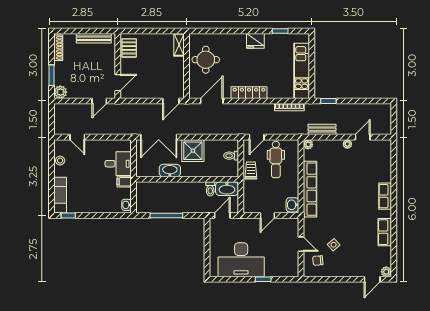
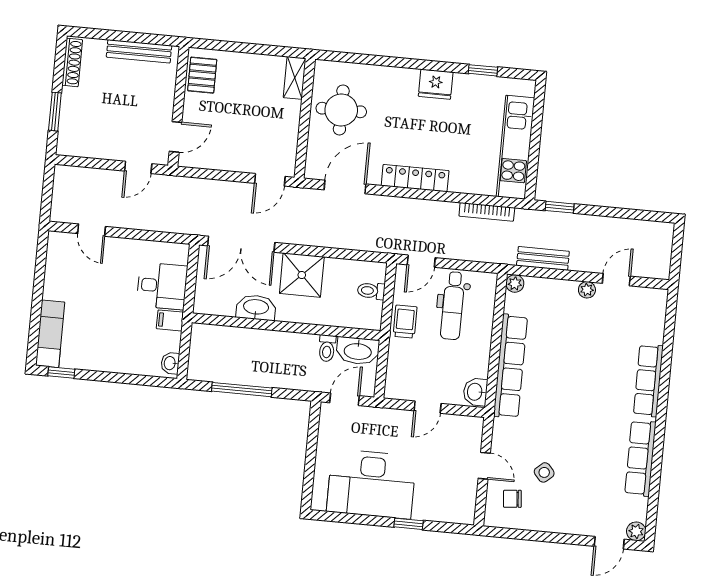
plant: (60, 92) -> (68, 144), removed
stool: (60, 161) -> (56, 270), removed
row of seats: (385, 196) -> (648, 380), width x1.48
row of seats: (385, 232) -> (640, 458), width x1.48

